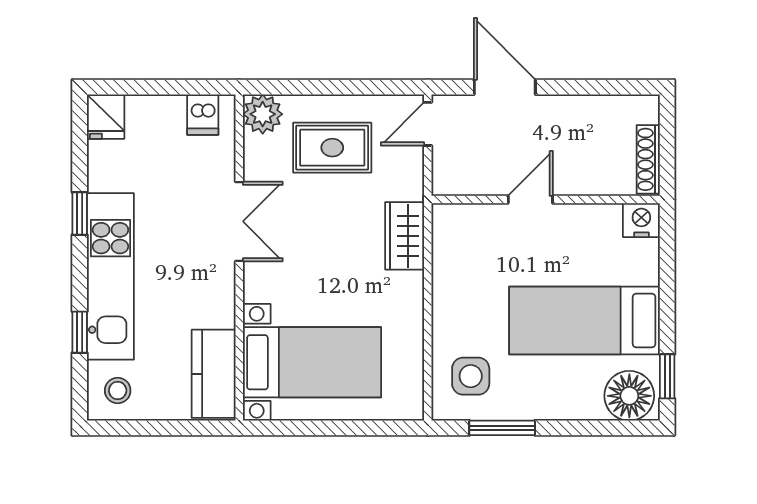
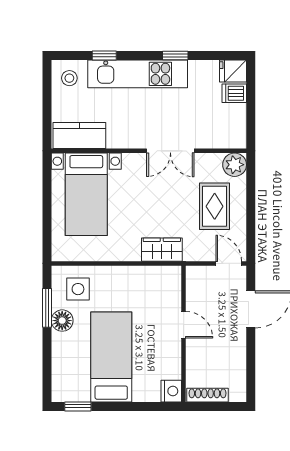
dishwasher: (203, 115) -> (234, 93), moved
floor lamp: (629, 396) -> (62, 321), moved, width x0.73, depth x0.73

